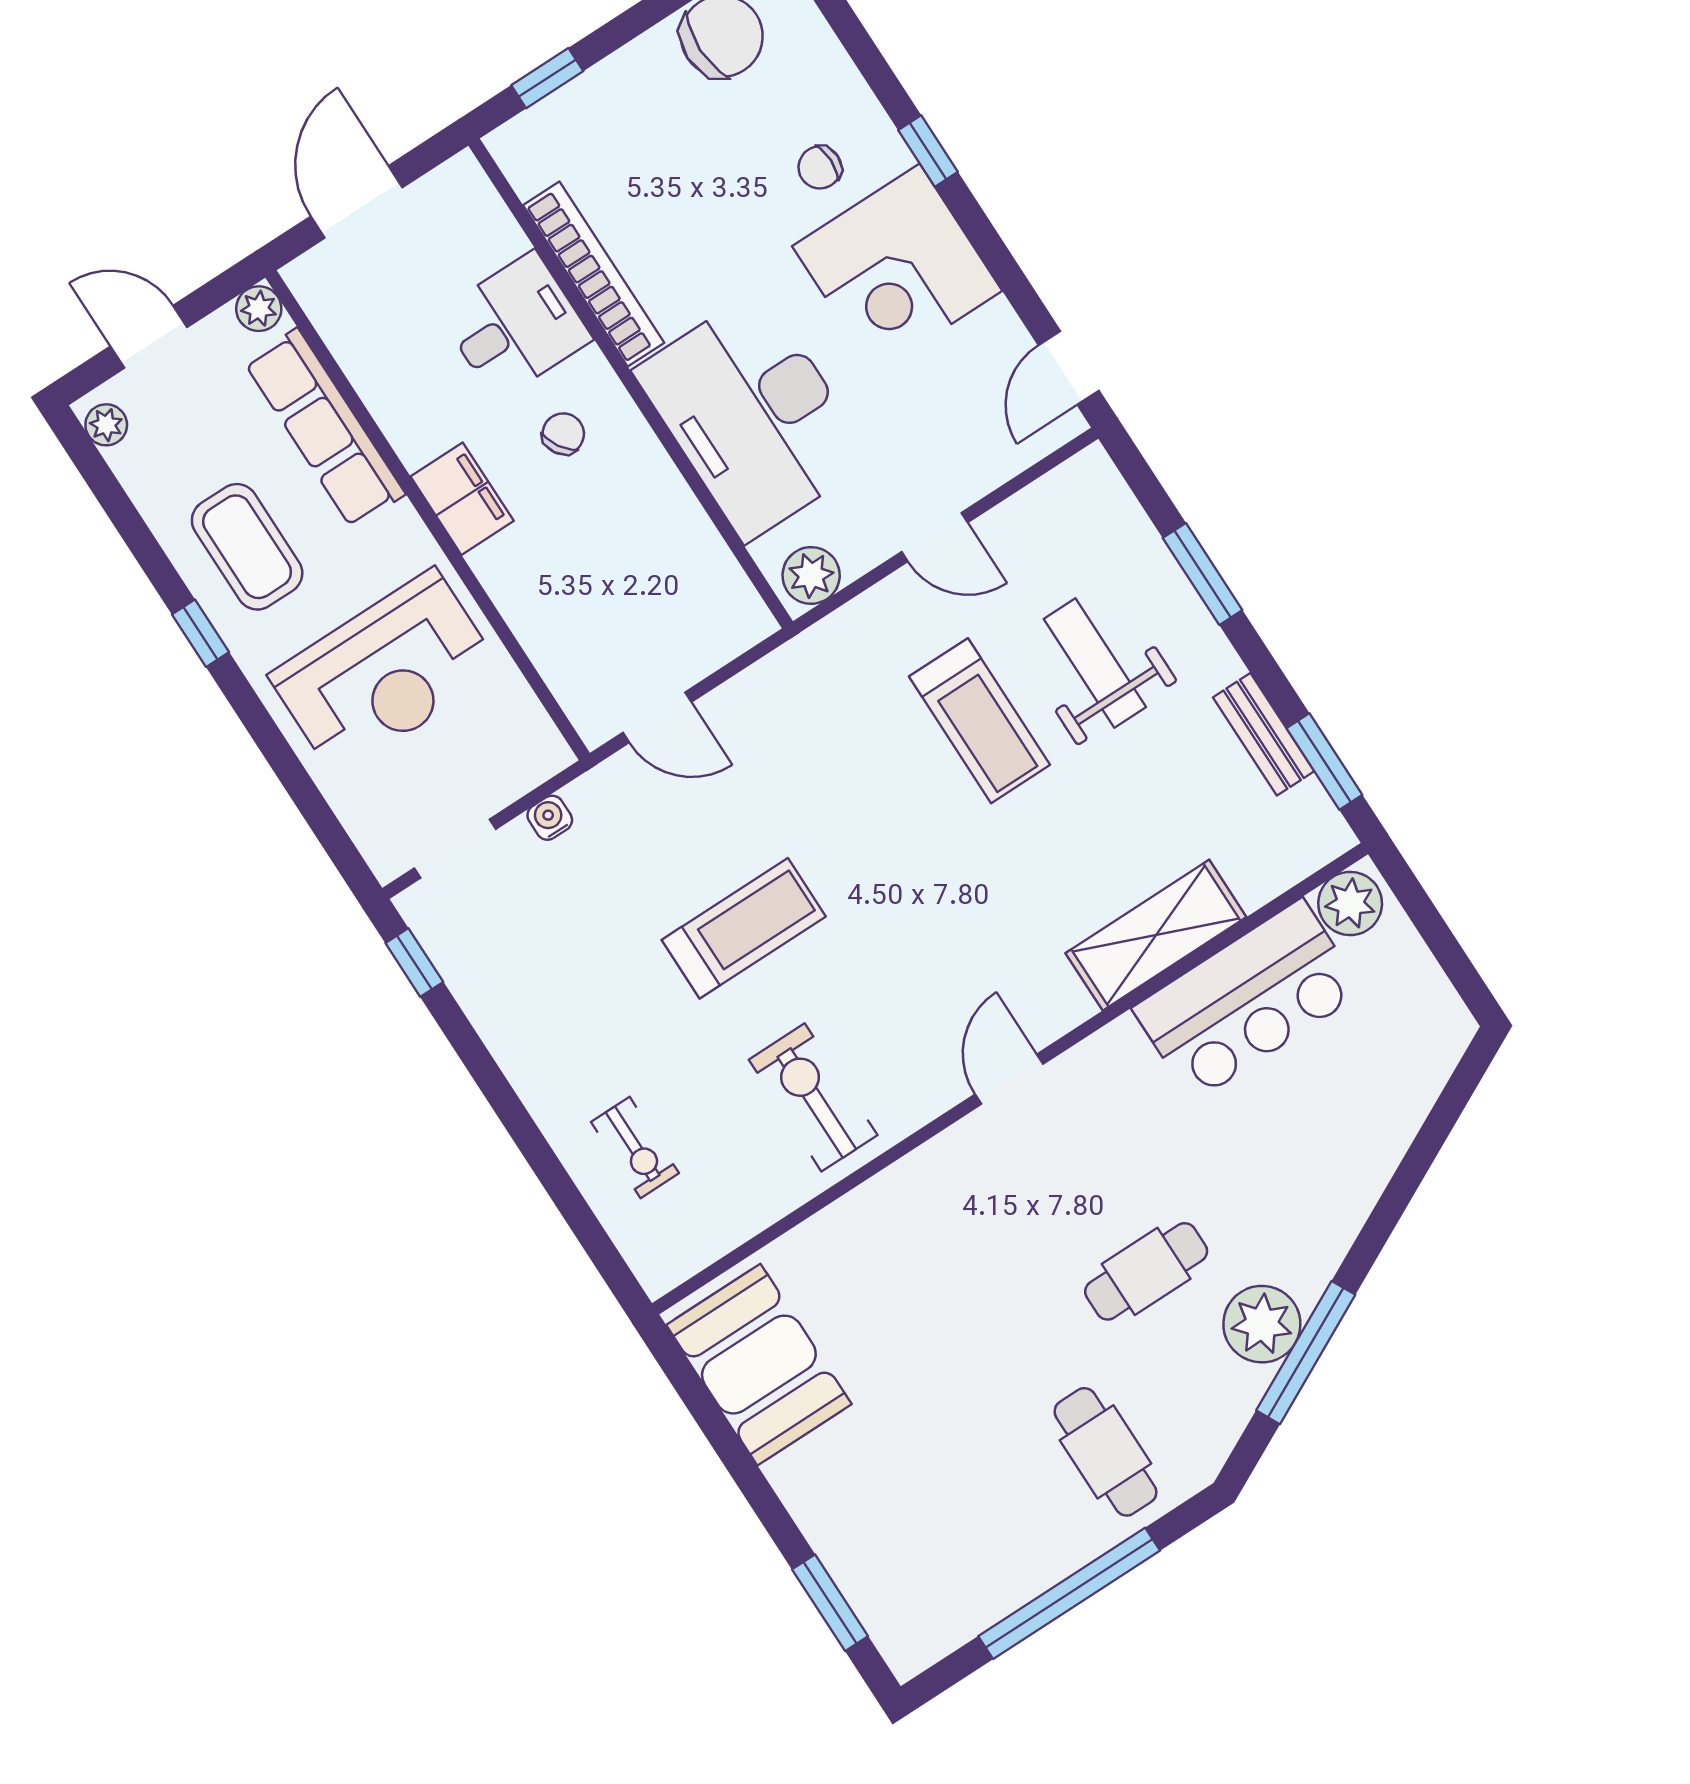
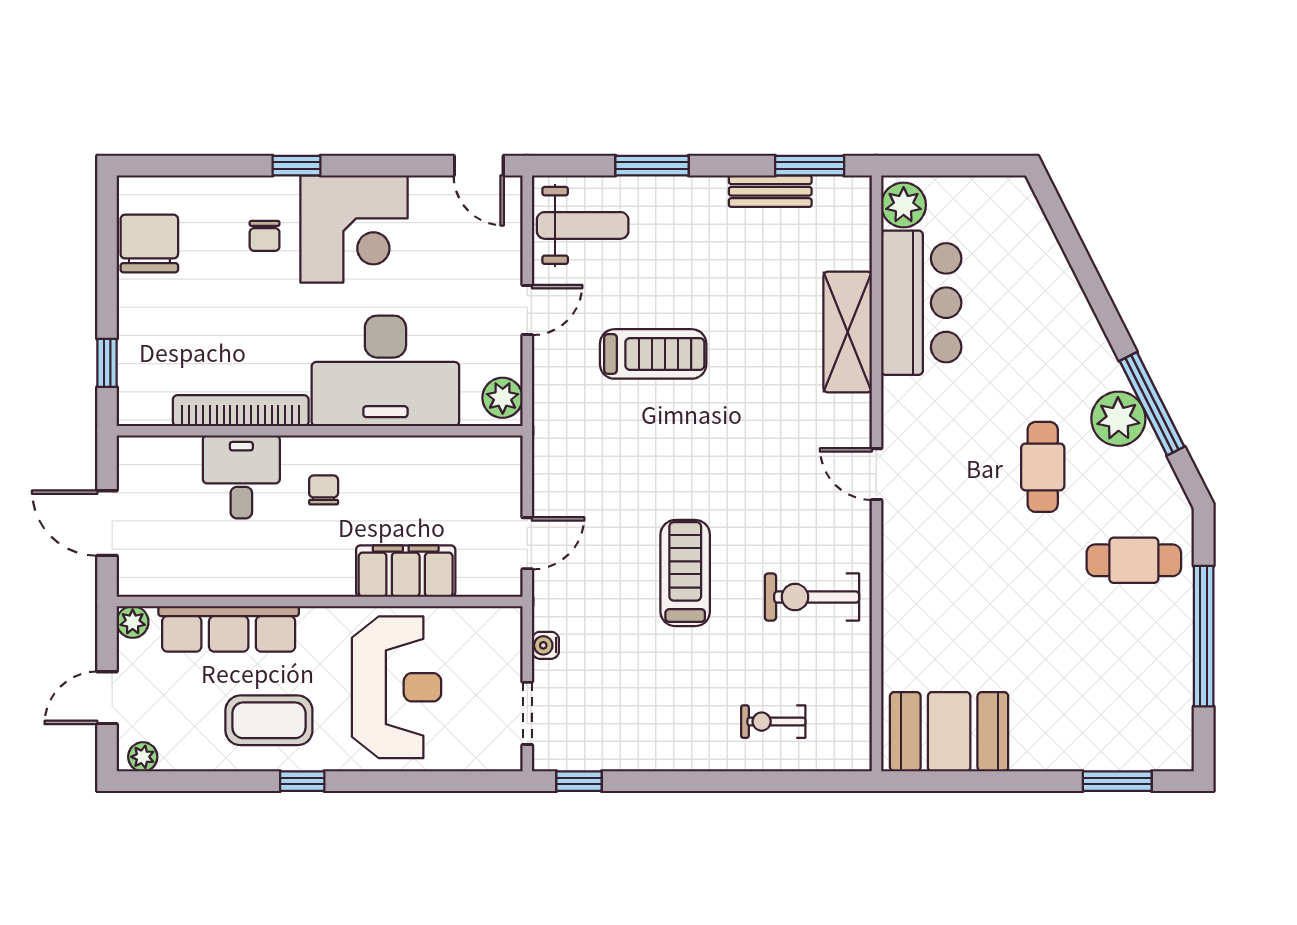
chair: (563, 434) -> (324, 490), turned 32
filing cabinet: (462, 499) -> (406, 571), moved, width x1.50, depth x1.17
weight bench: (1095, 663) -> (583, 225), moved, turned 180
exercise bike: (635, 1148) -> (773, 722), turned 180

